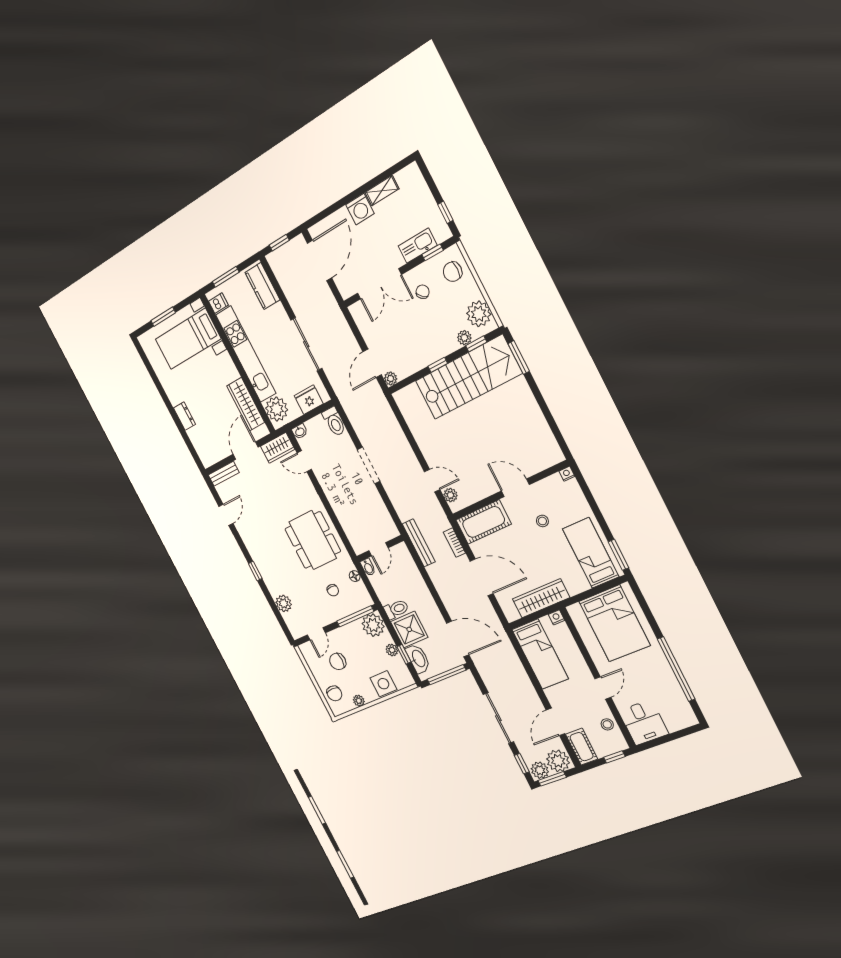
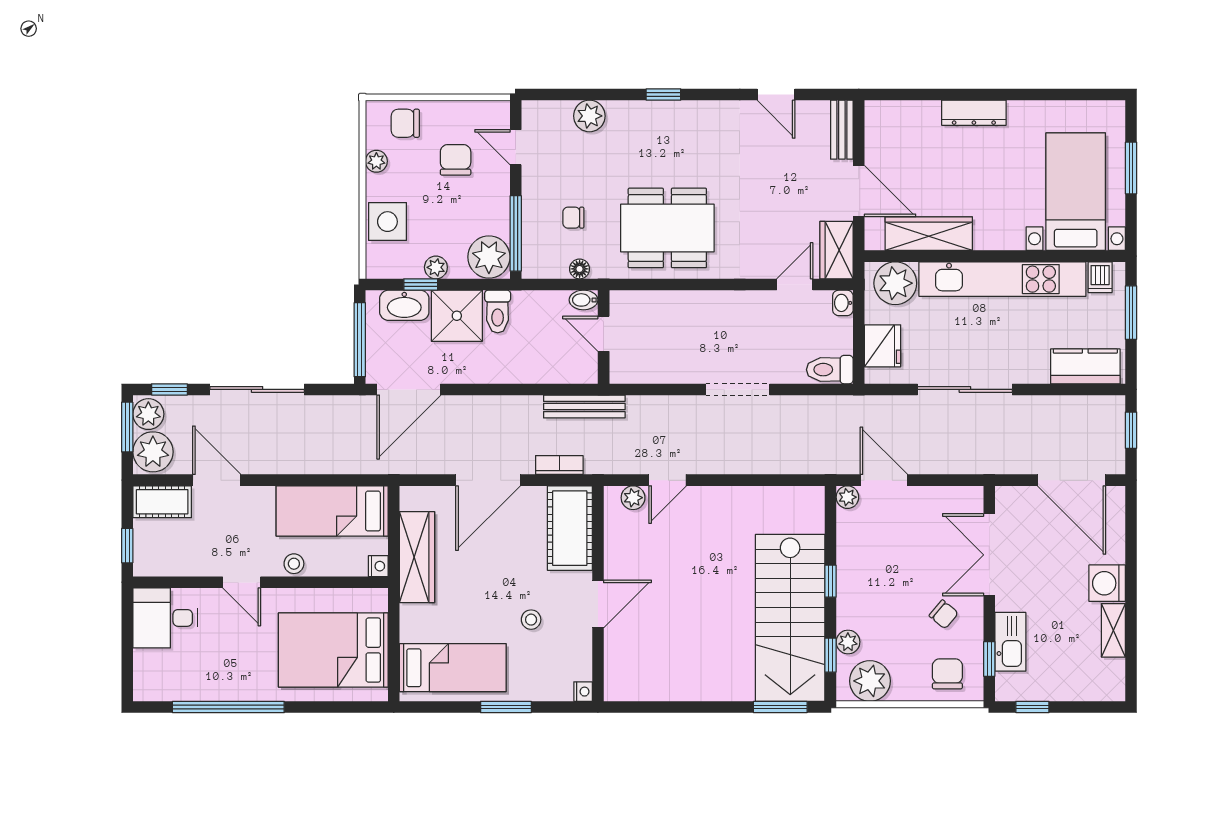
dresser: (184, 416) -> (974, 113), width x1.44
window: (618, 555) -> (506, 707), moved
stool: (607, 724) -> (294, 564), moved

